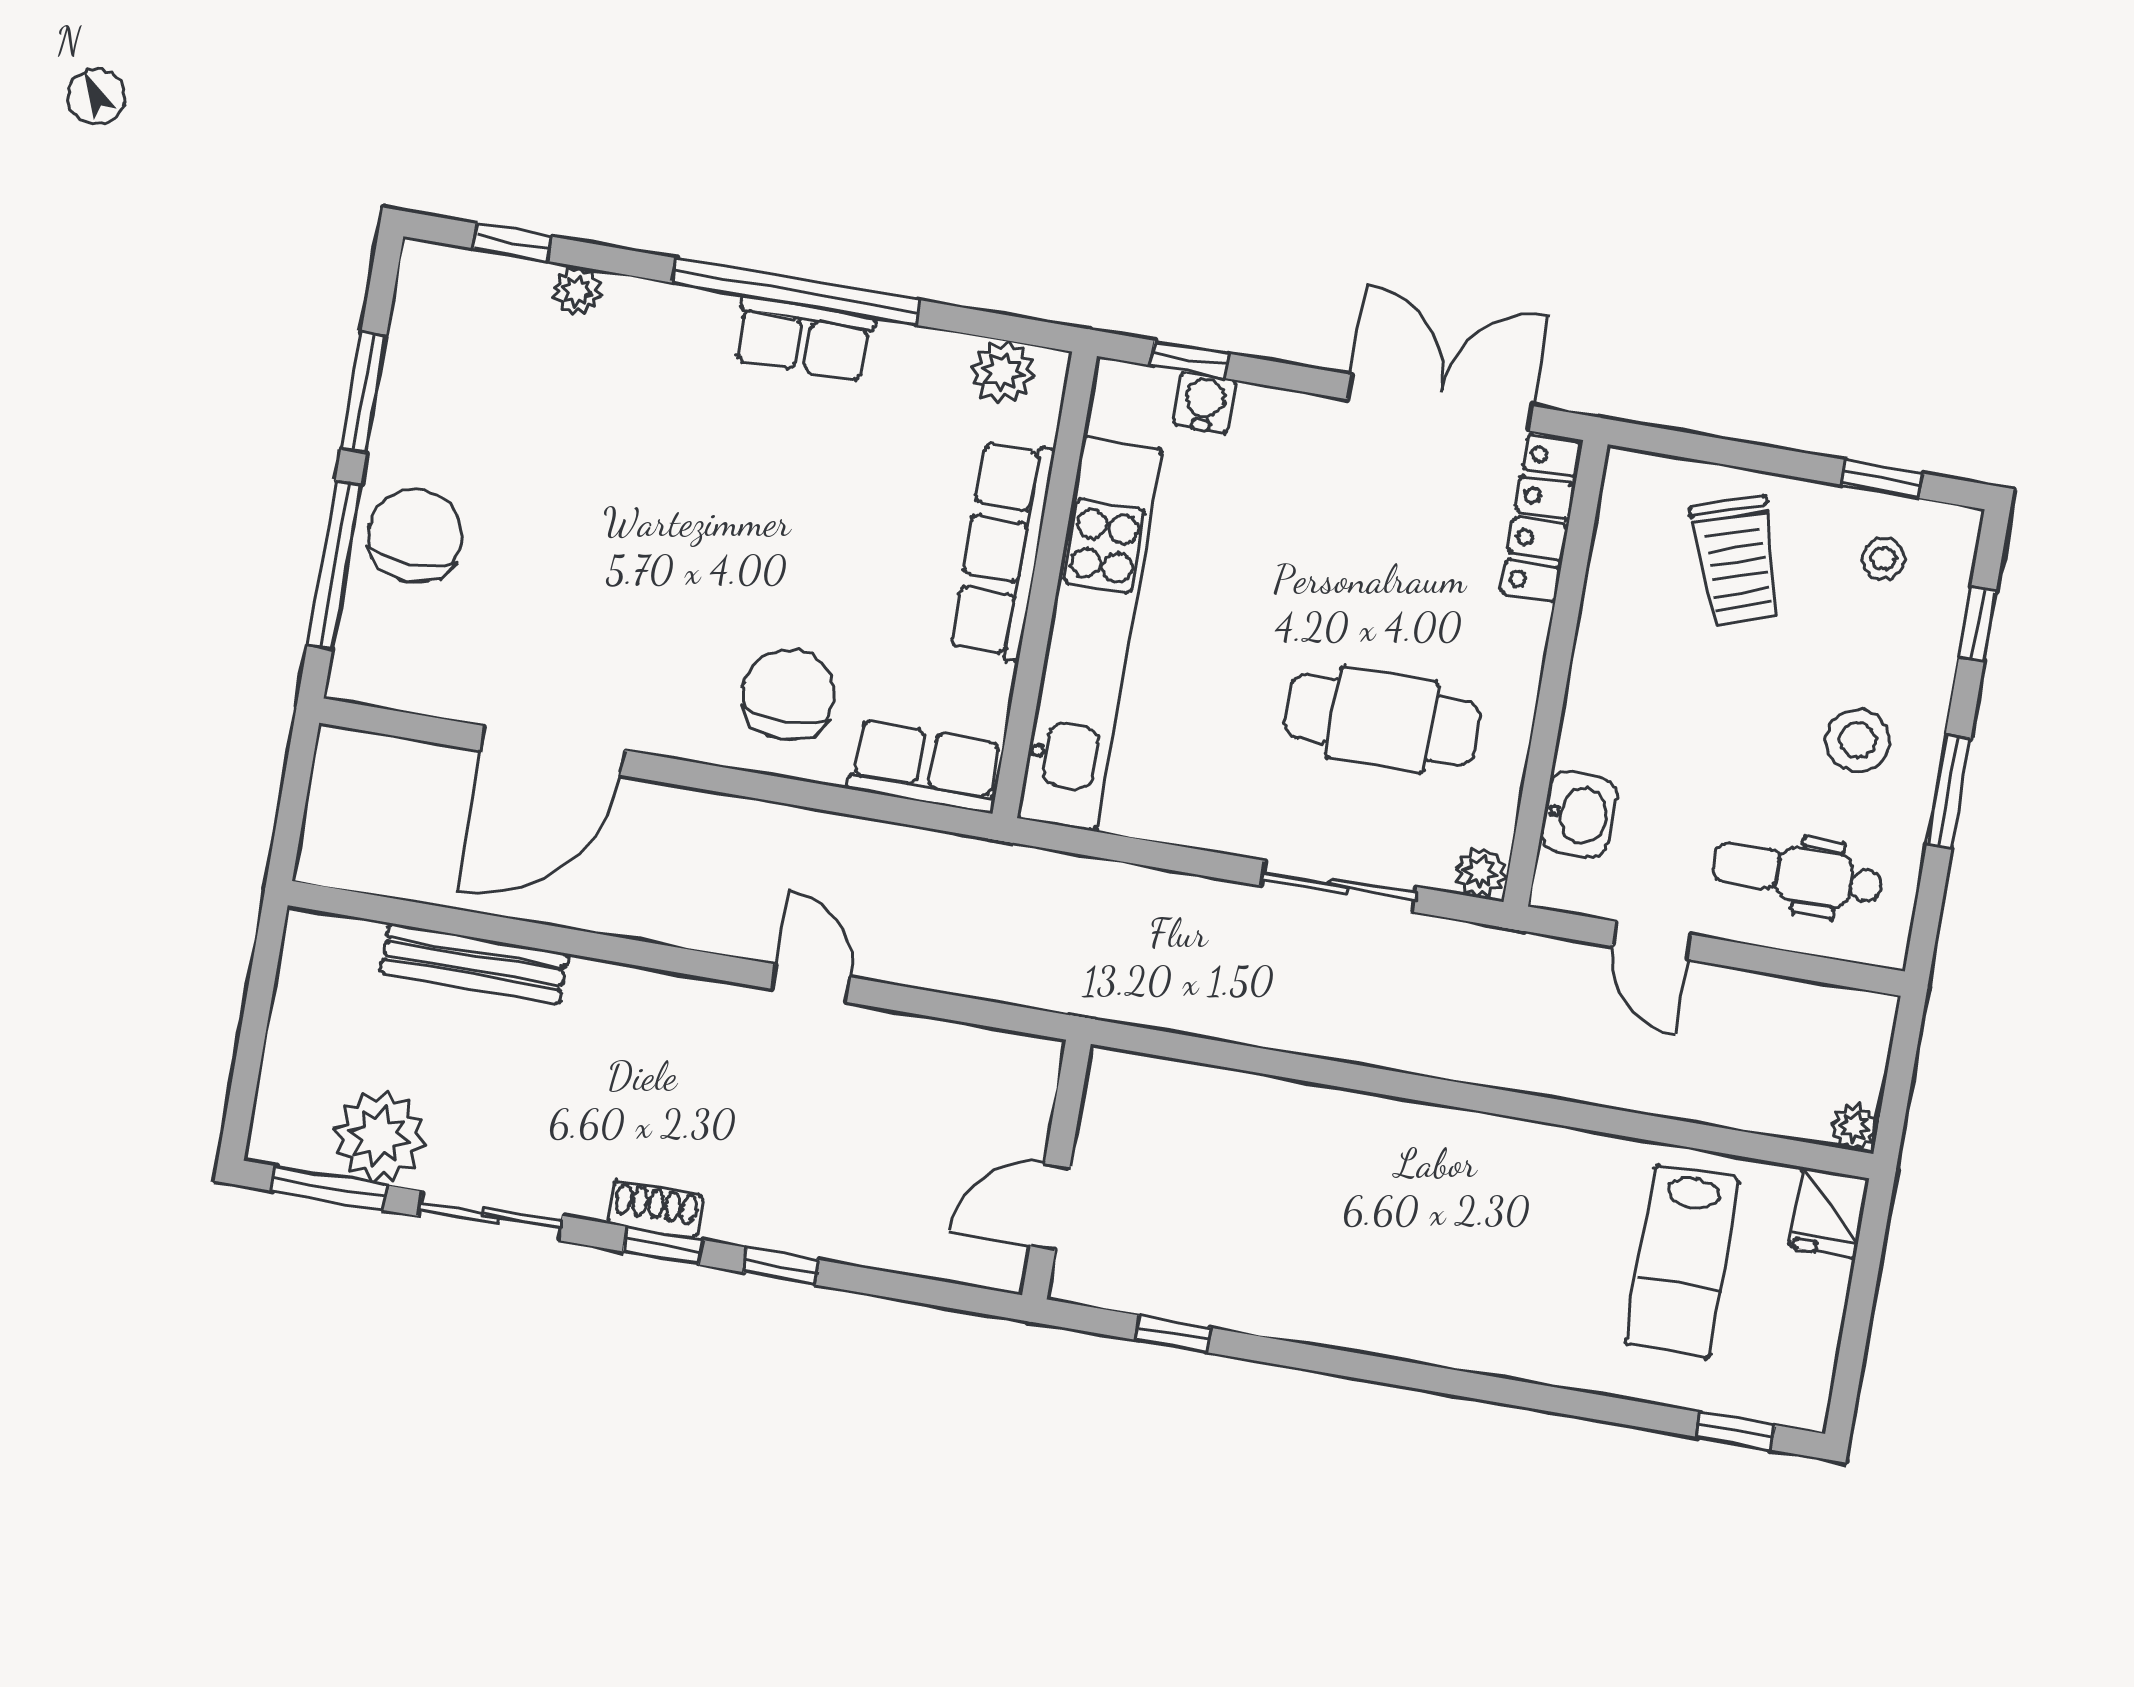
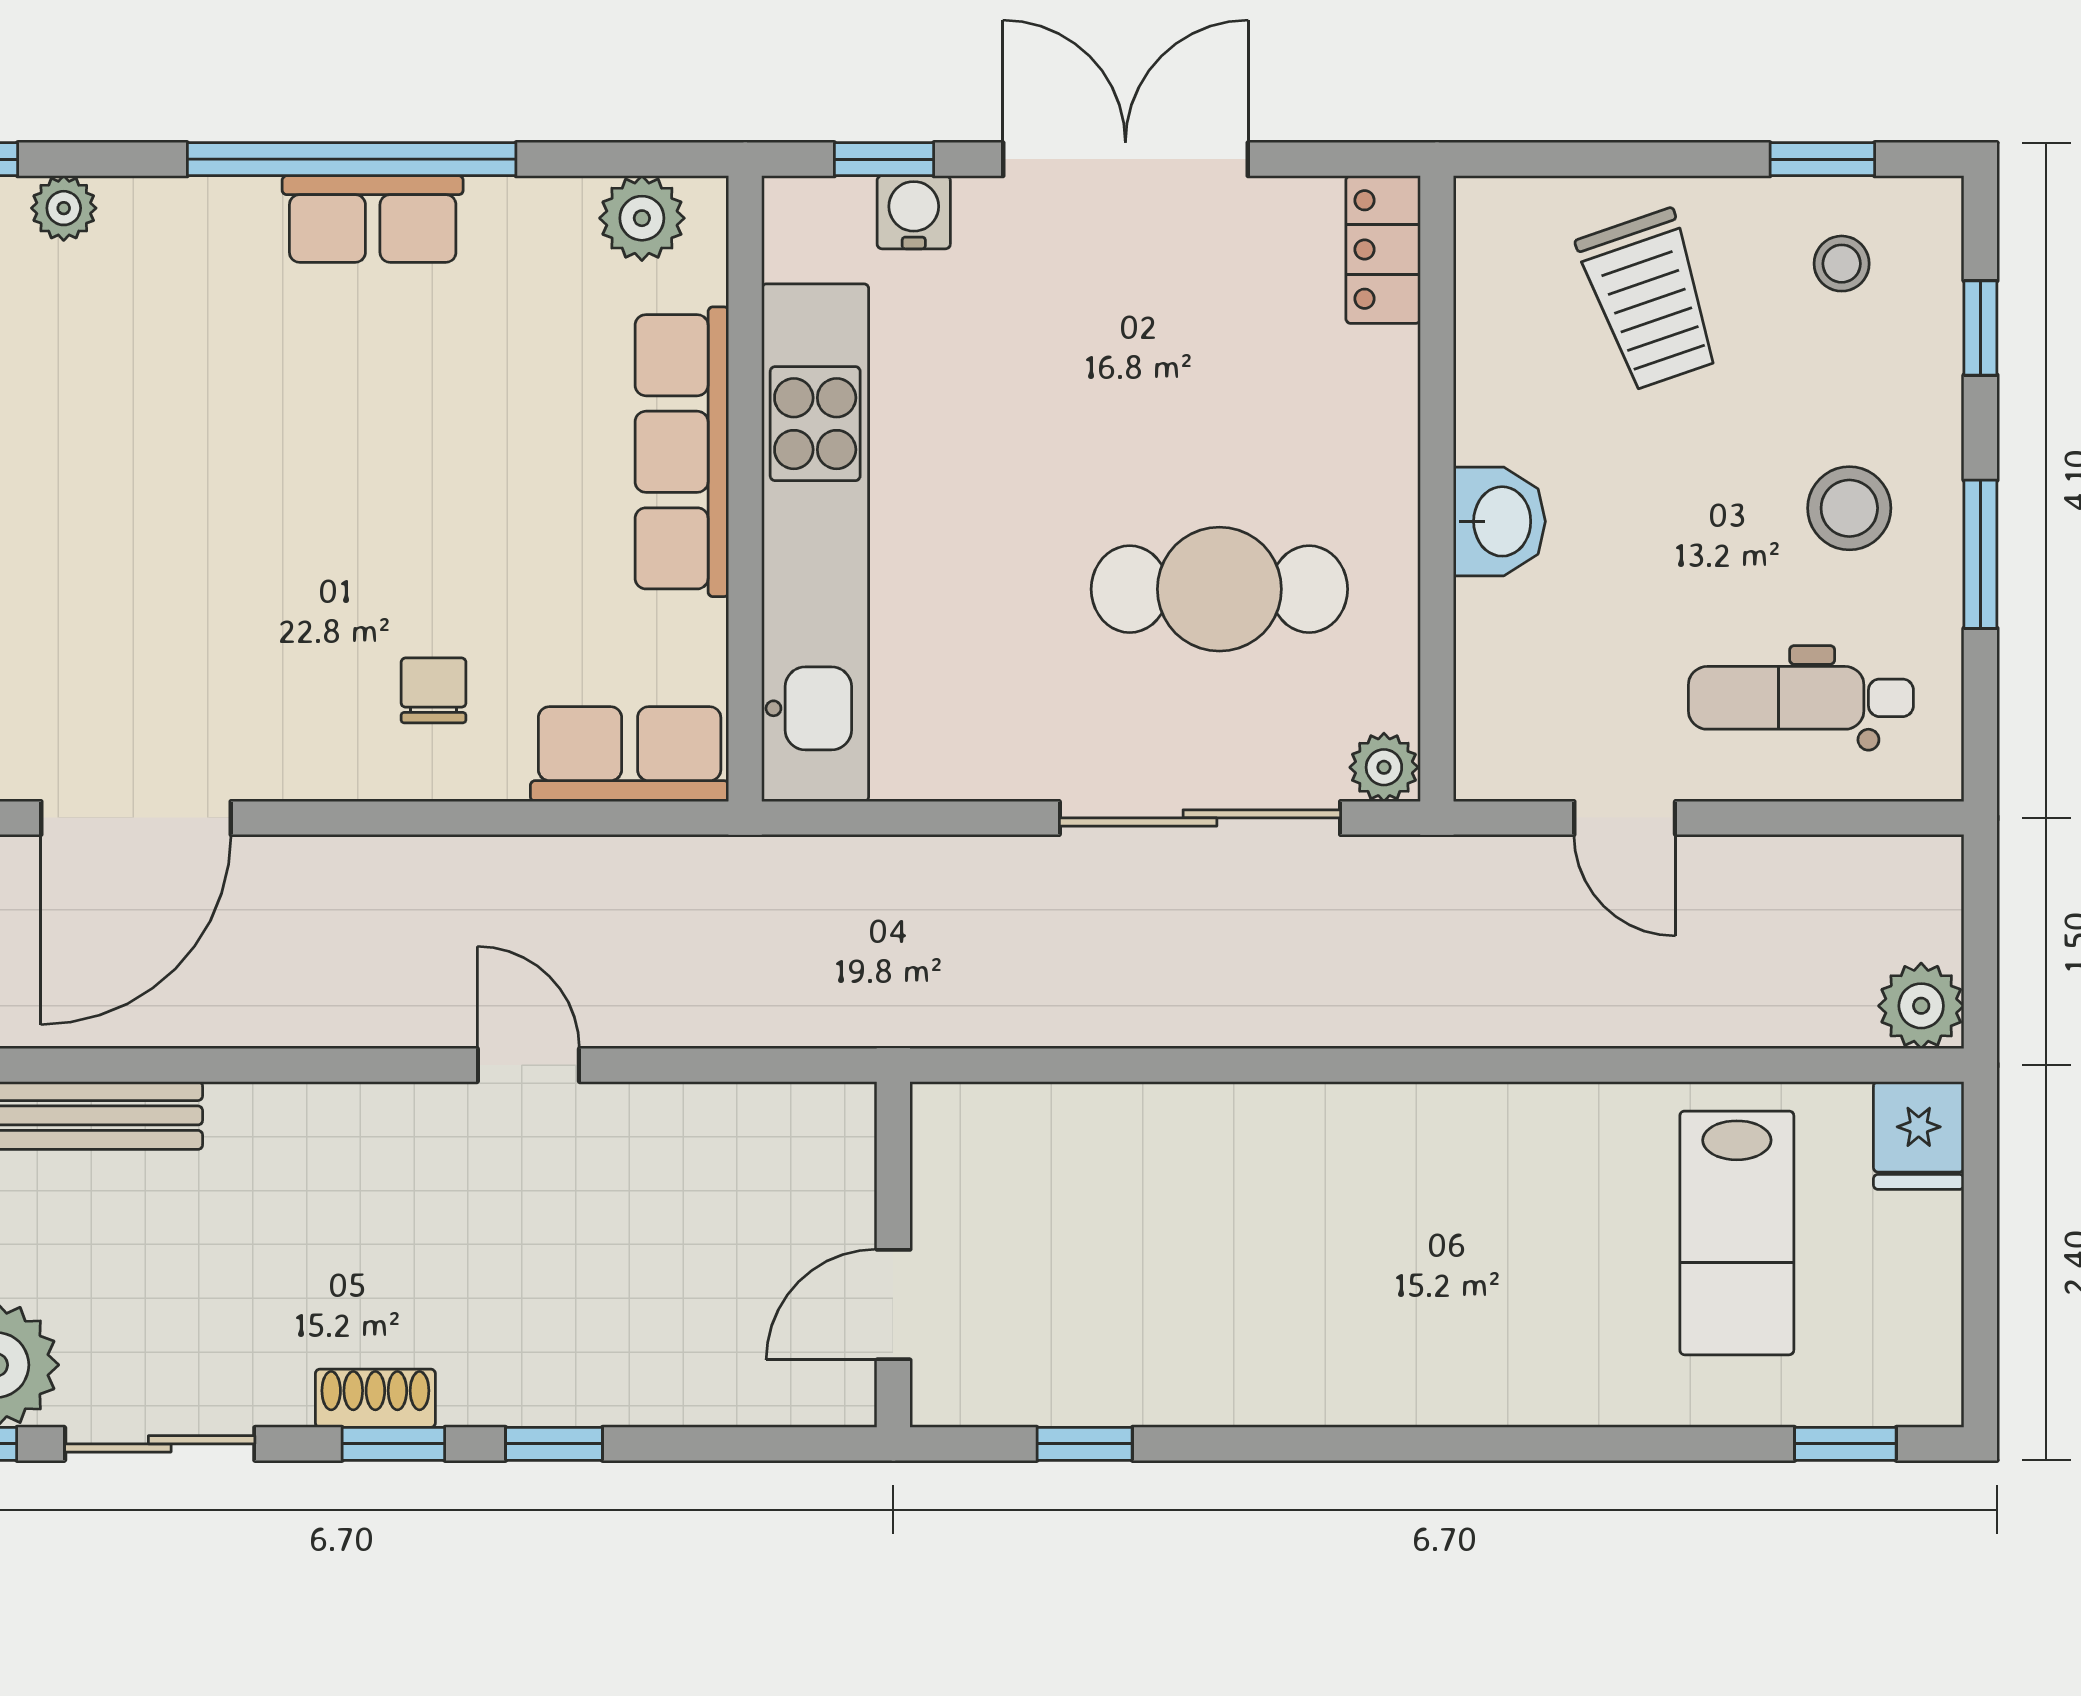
double door: (1440, 403) -> (1125, 159), moved
locker: (1541, 518) -> (1383, 249), width x0.66
chair: (789, 694) -> (434, 690), width x0.54, depth x0.54
washbasin: (1579, 815) -> (1499, 521), moved
sliding door: (1338, 886) -> (1200, 818), width x1.37
plant: (1854, 1127) -> (1921, 1006), width x1.38, depth x1.38

